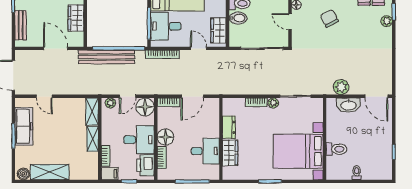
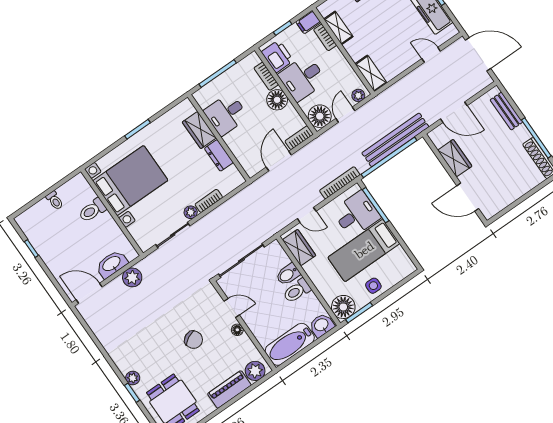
shelving: (93, 139) -> (338, 28), moved

